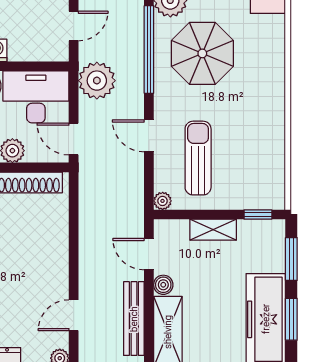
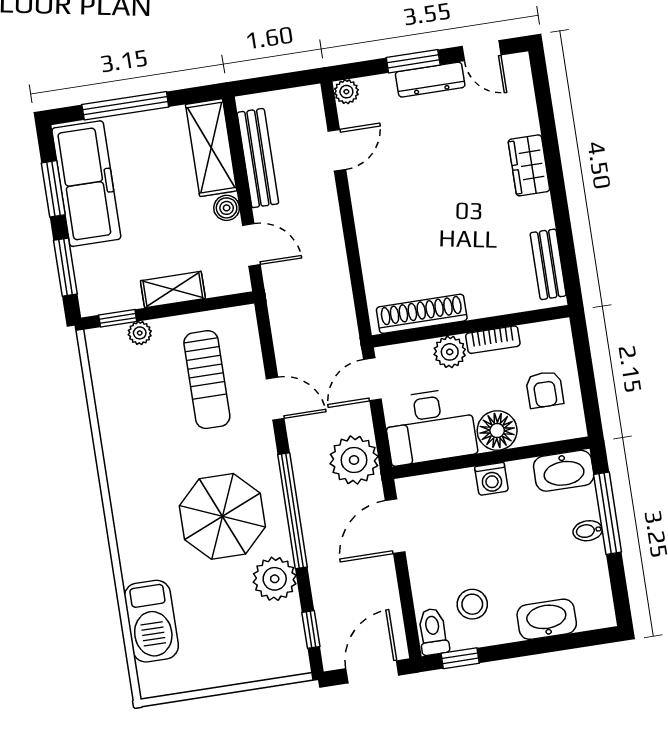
door: (74, 26) -> (395, 526), width x1.38
door: (74, 139) -> (372, 379), swing flipped
plant: (163, 201) -> (140, 333), moved

